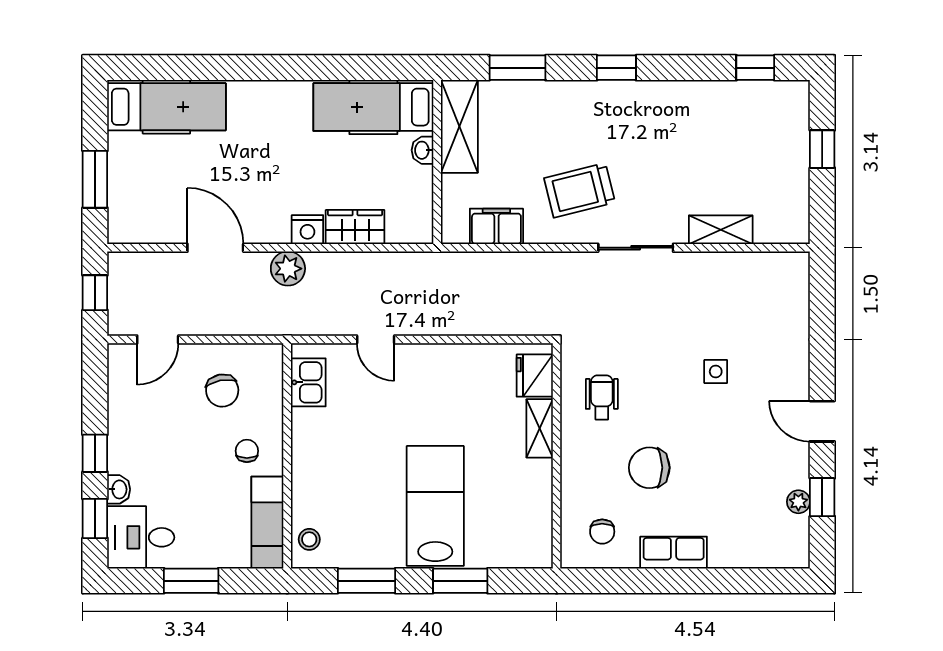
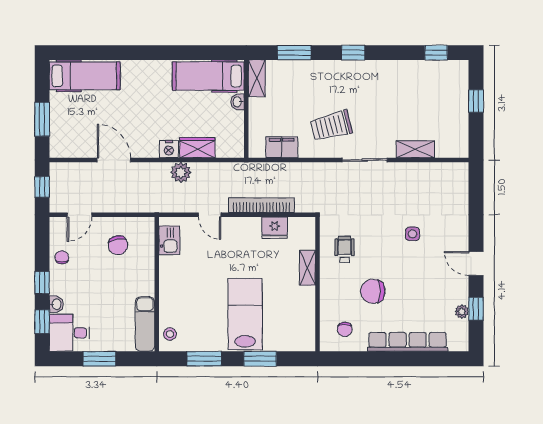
shelving: (459, 126) -> (257, 78), width x0.67, depth x0.75
plant: (288, 269) -> (181, 172), moved
bookcase: (463, 323) -> (262, 205), added
fridge: (535, 376) -> (275, 228), moved, turned -90
chair: (247, 451) -> (62, 257), moved
row of seats: (674, 553) -> (408, 342), width x2.02

